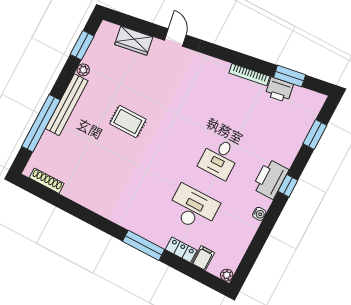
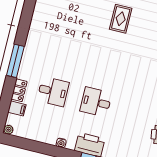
rug: (128, 122) -> (121, 19), moved
desk: (193, 208) -> (53, 91), width x0.73

